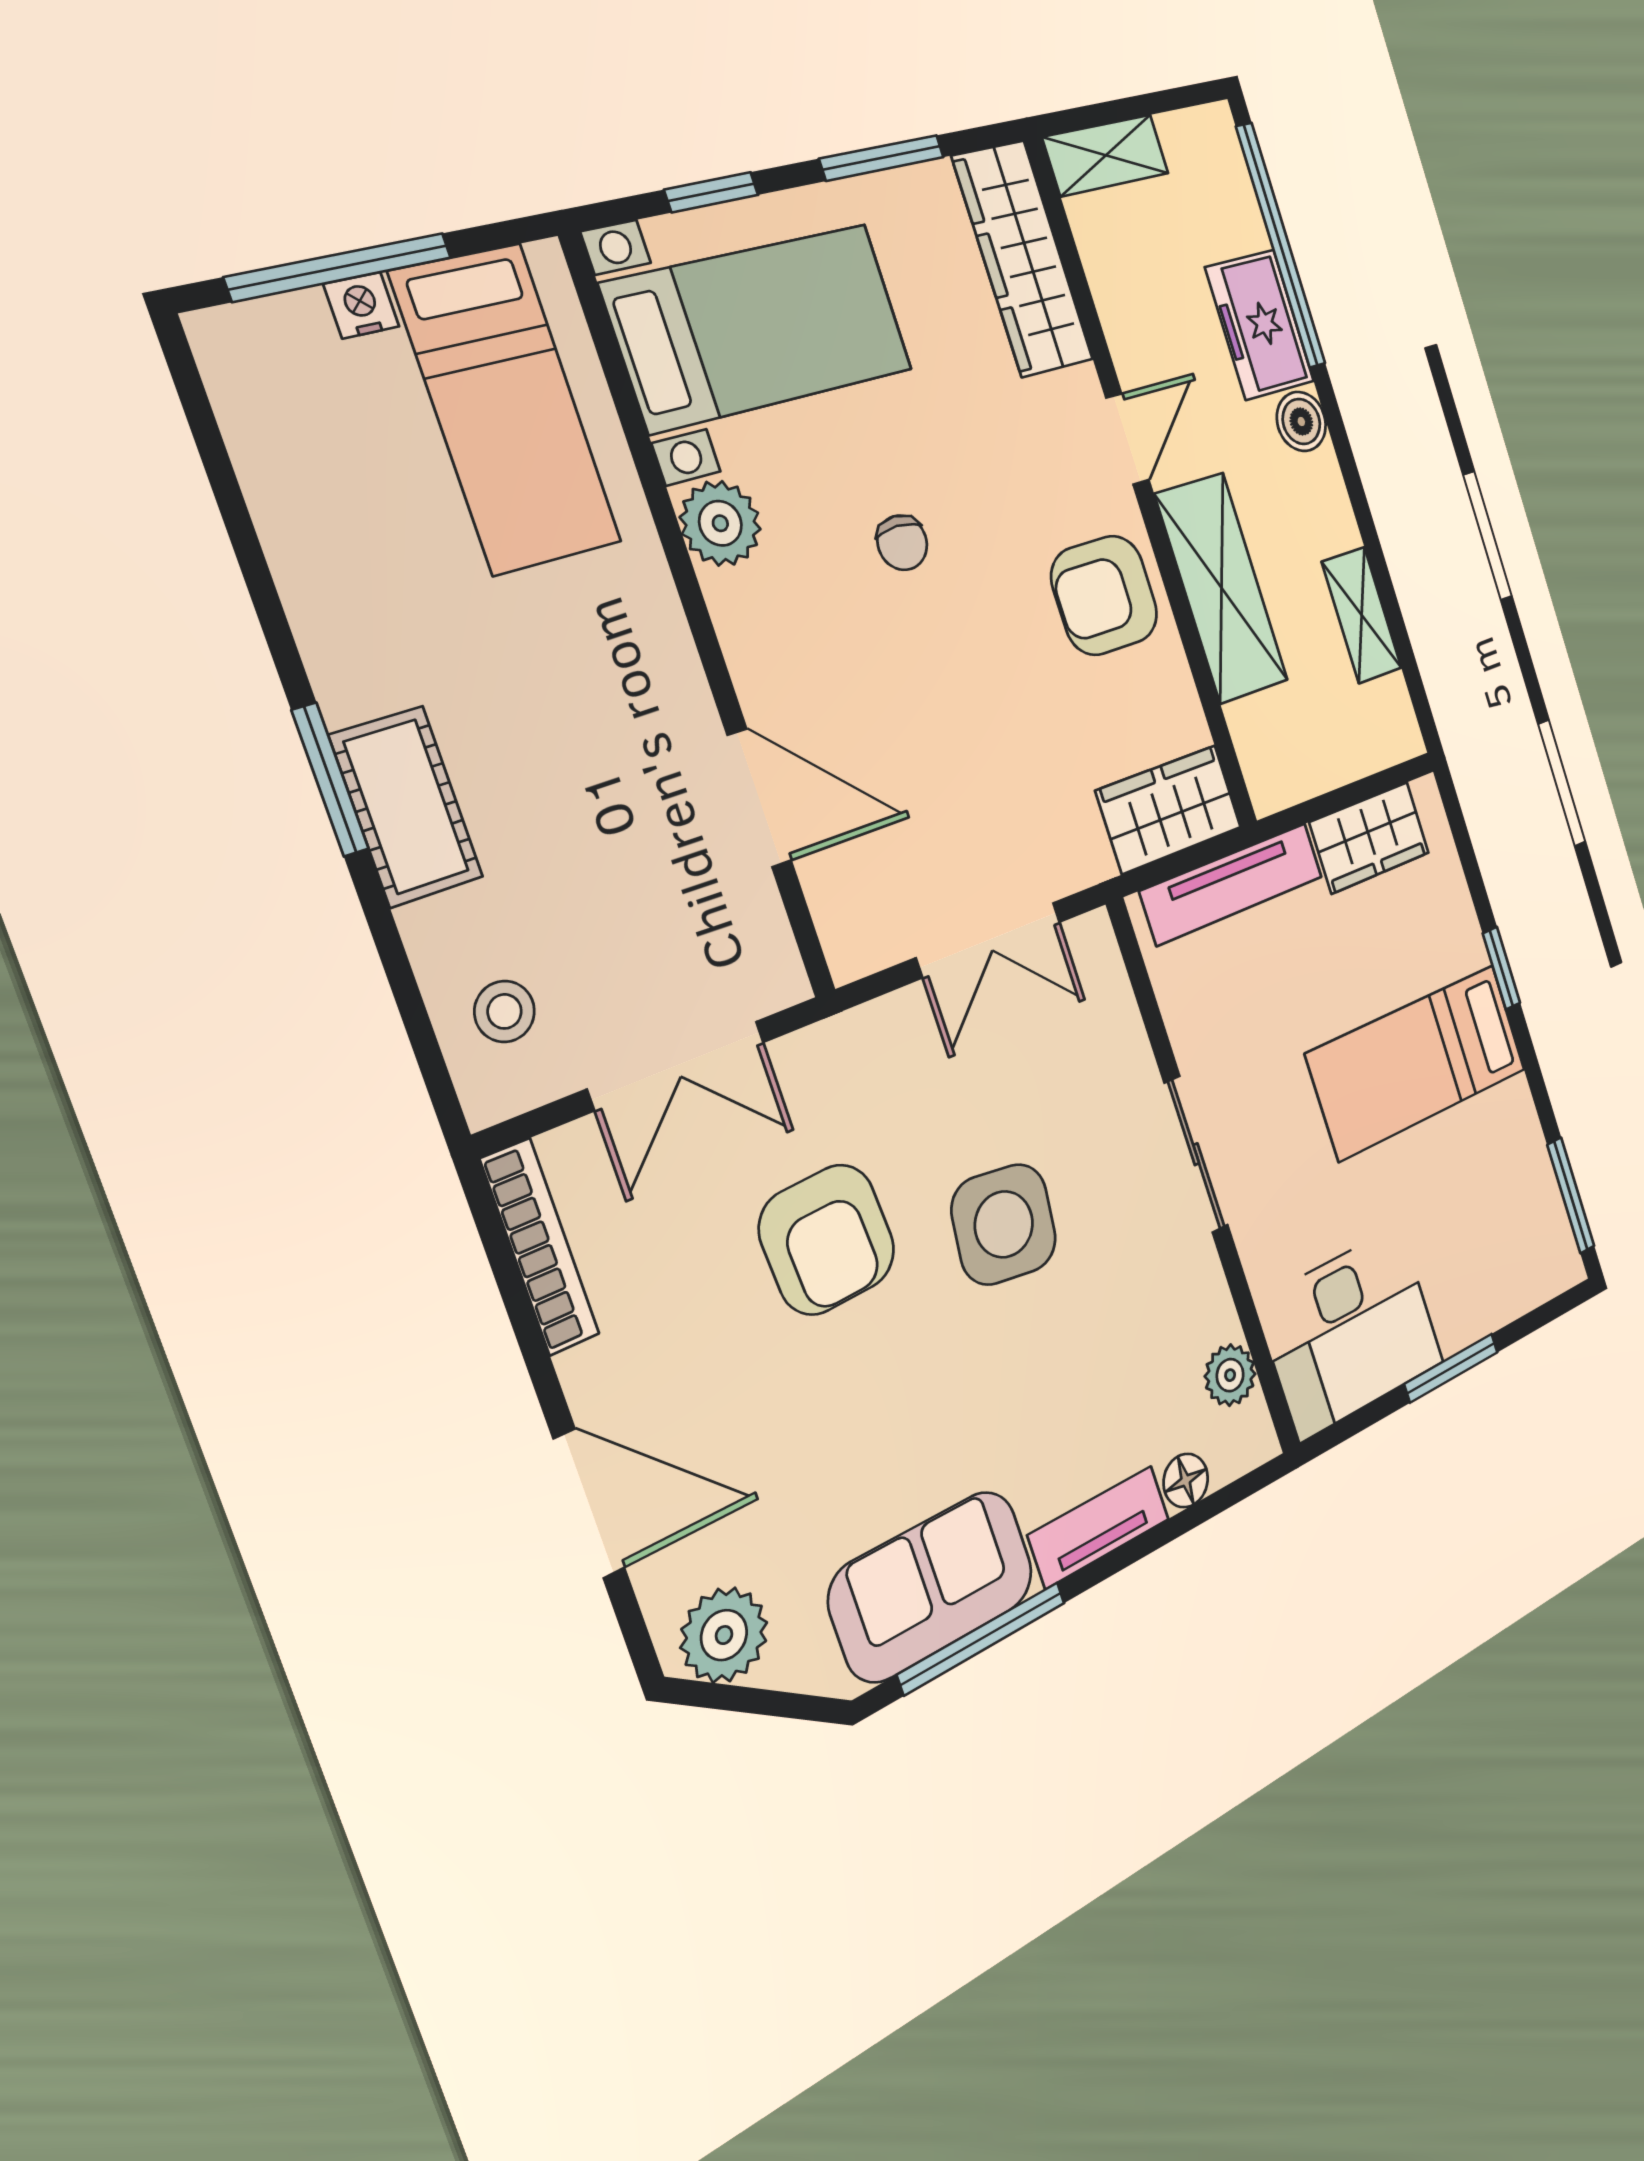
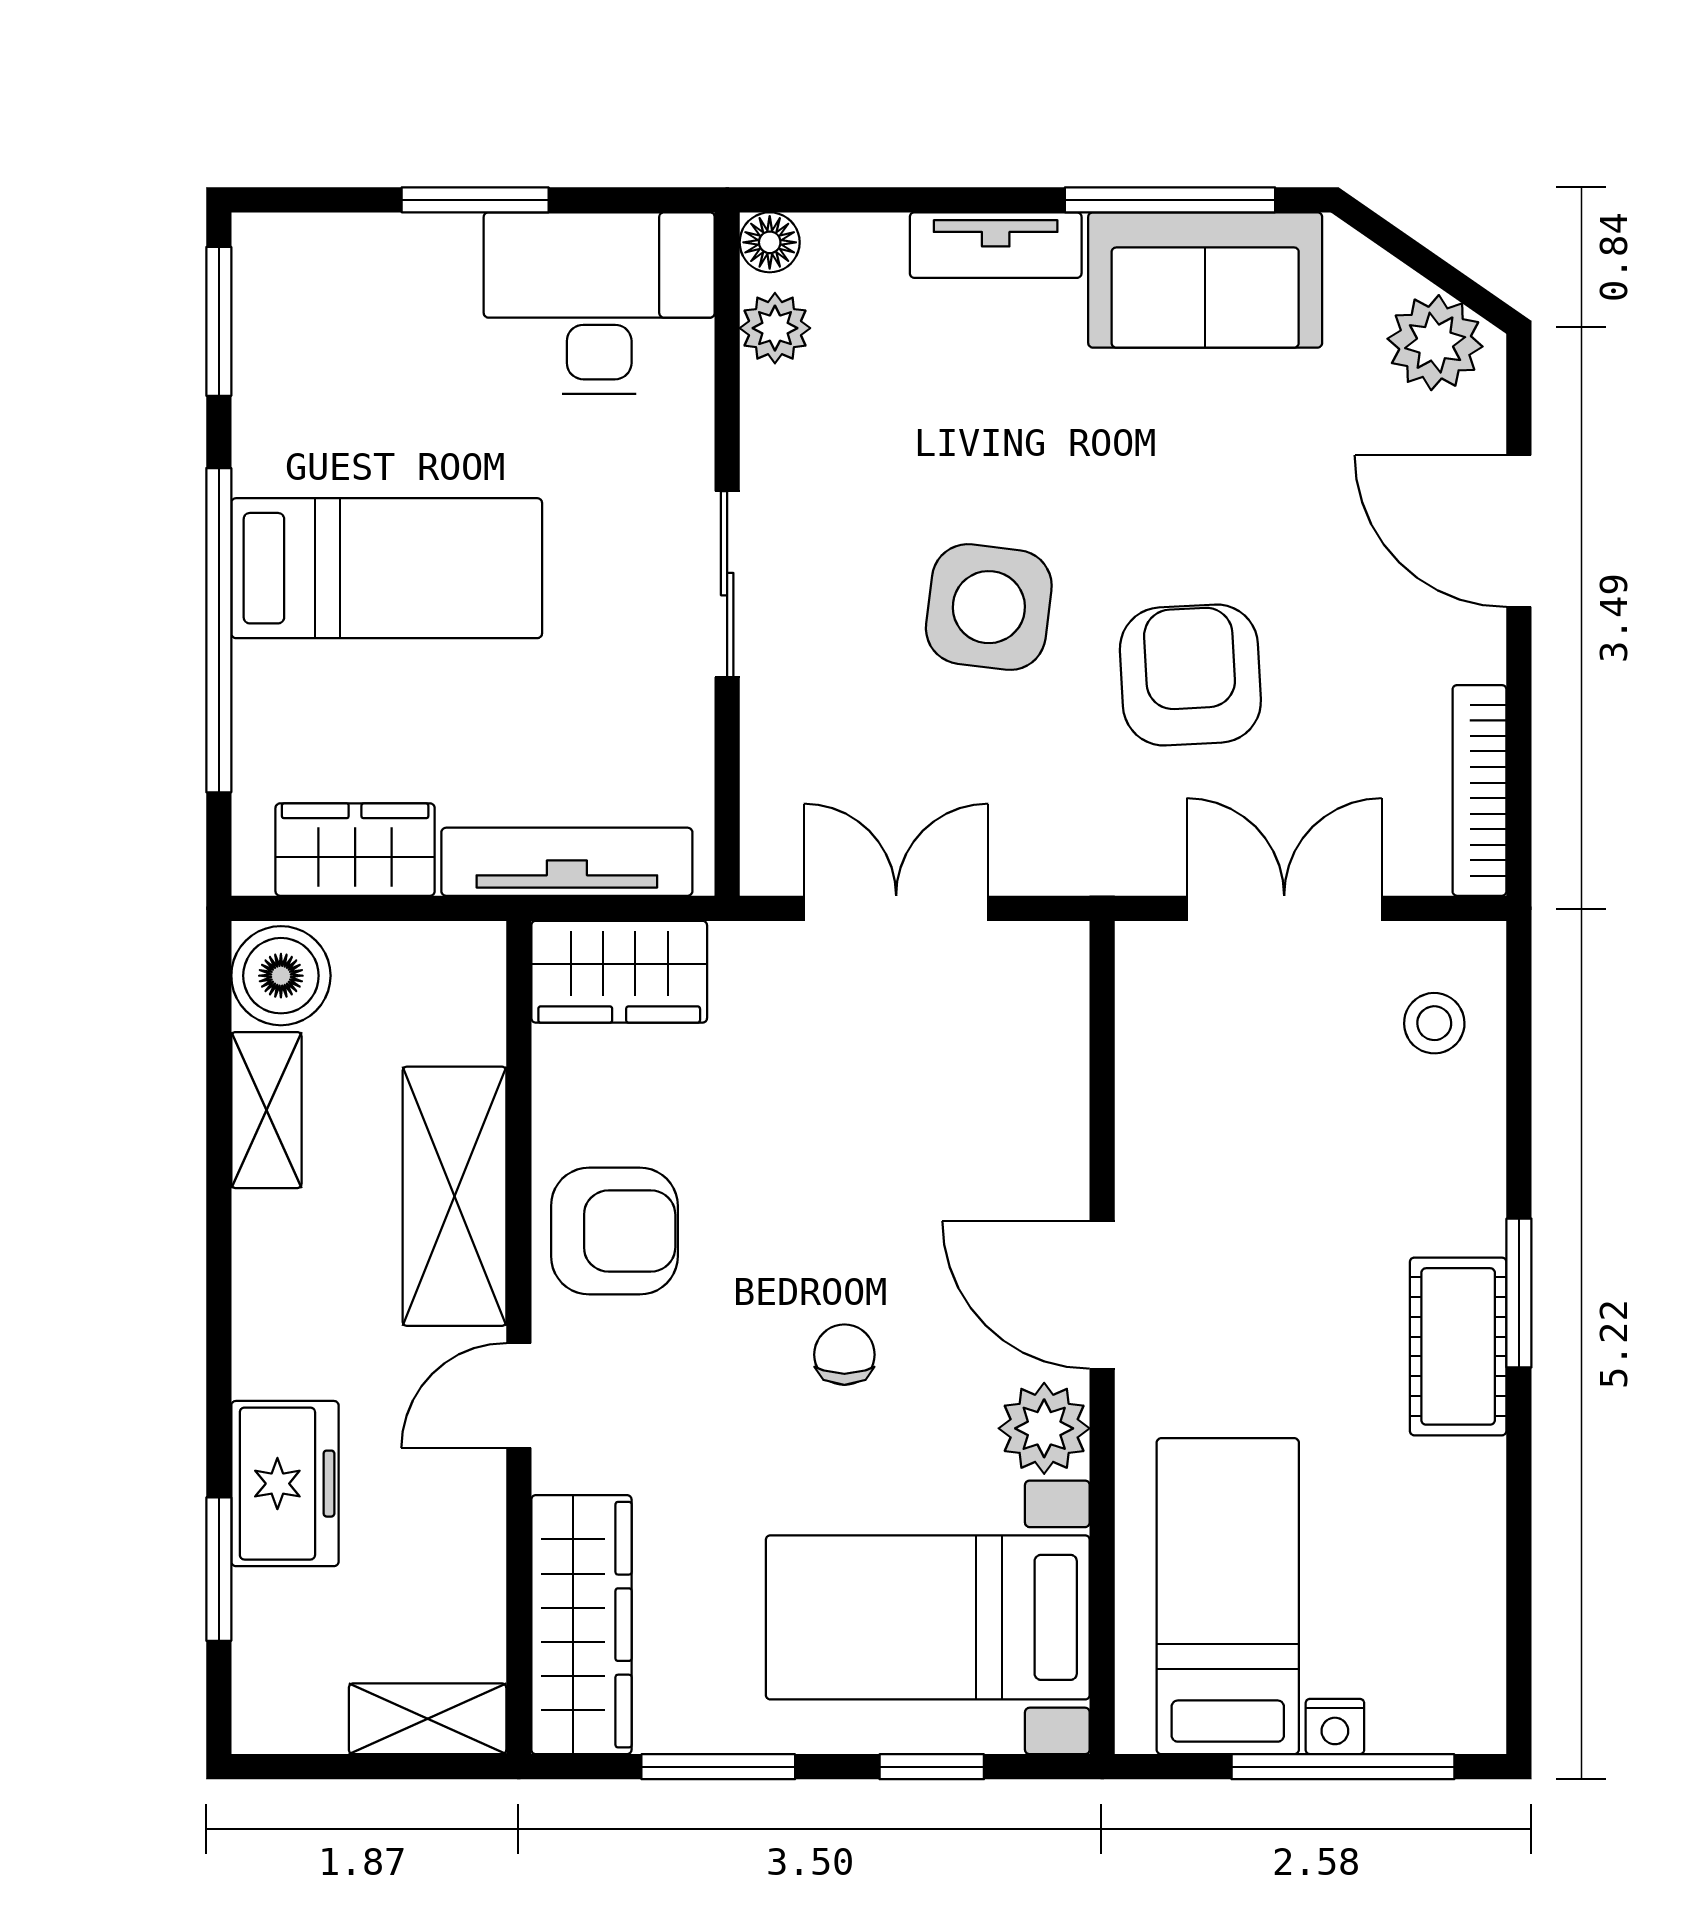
window: (1281, 246) -> (219, 1569), width x0.47
boiler: (1301, 421) -> (281, 976), moved, width x1.36, depth x1.36
door: (759, 798) -> (1102, 1295), moved
cot: (406, 807) -> (1458, 1346), moved
window: (1501, 968) -> (219, 630), width x3.17
floor lamp: (1186, 1480) -> (770, 242), moved

